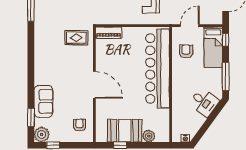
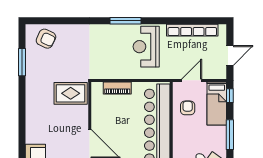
piano: (109, 33) -> (117, 88), moved
rug: (76, 38) -> (71, 93), width x1.36, depth x1.43

